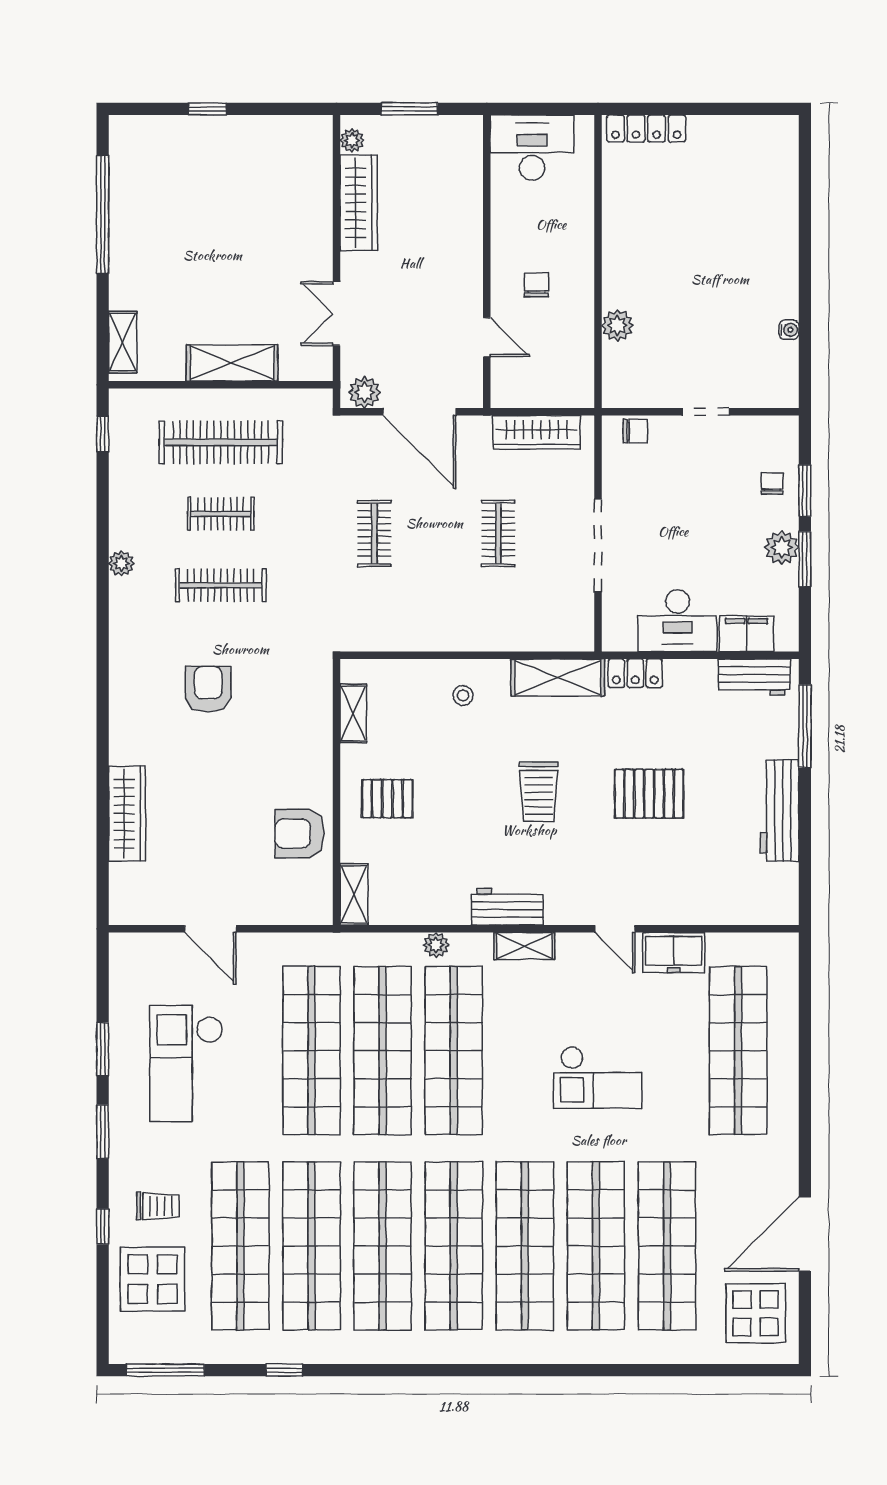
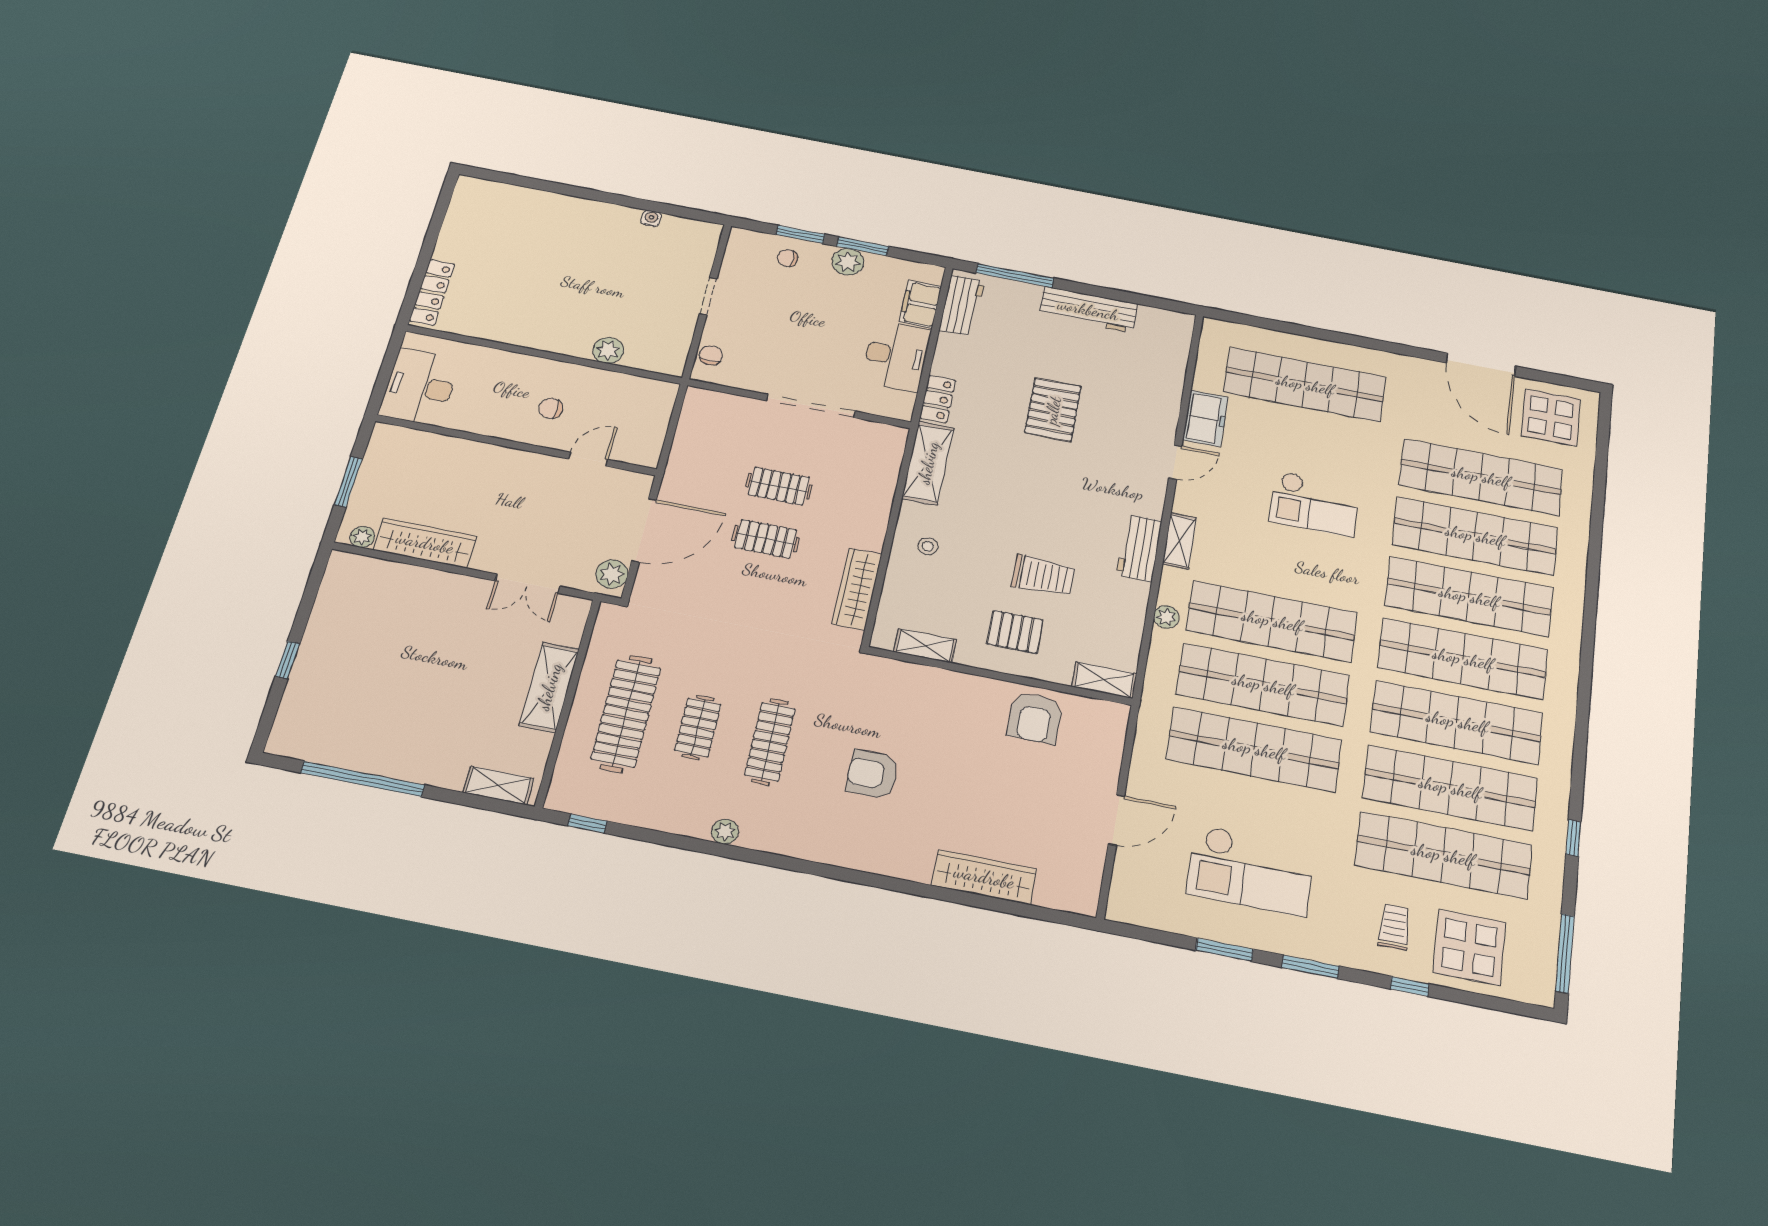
wardrobe: (536, 432) -> (857, 589), moved, turned 180
clothes rail: (374, 534) -> (766, 539), moved
trolley: (539, 792) -> (1043, 576), moved
pallet: (387, 799) -> (1015, 632), turned 90
checkout: (598, 1077) -> (1314, 504), turned 90

